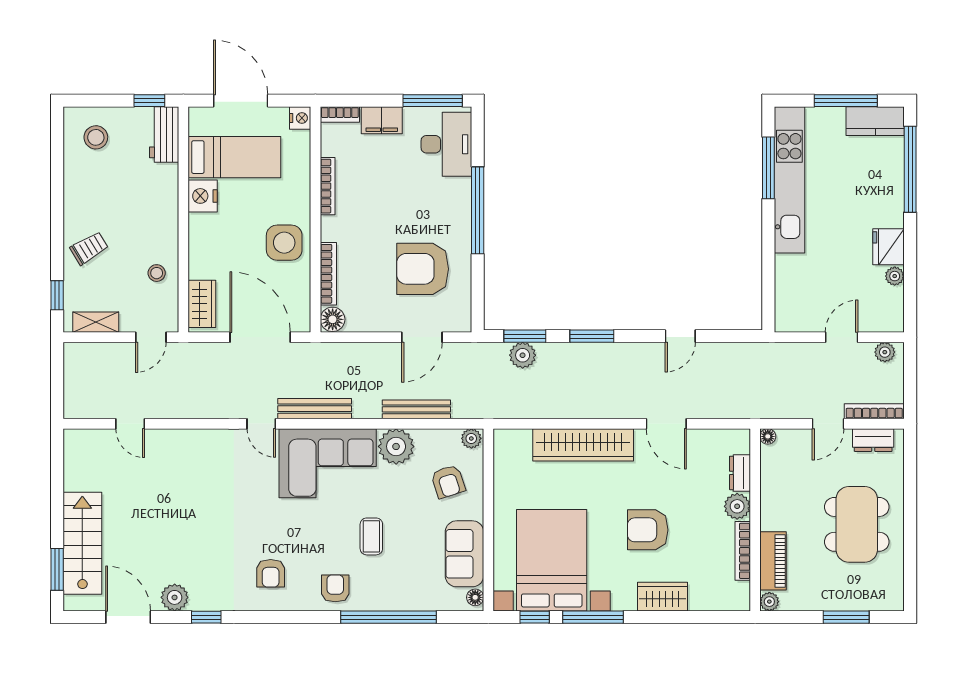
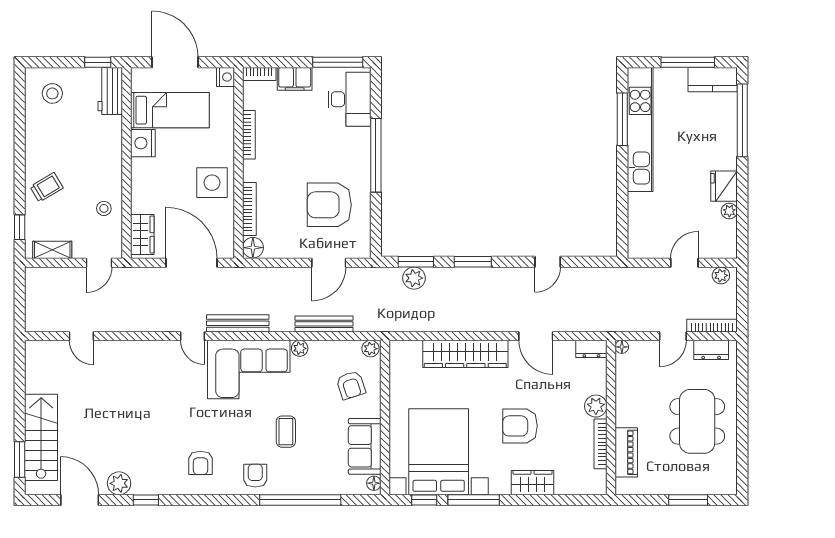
plant: (396, 446) -> (300, 348), width x0.53, depth x0.53
dresser: (740, 473) -> (591, 349), moved, turned -90
plant: (769, 602) -> (623, 487), removed

